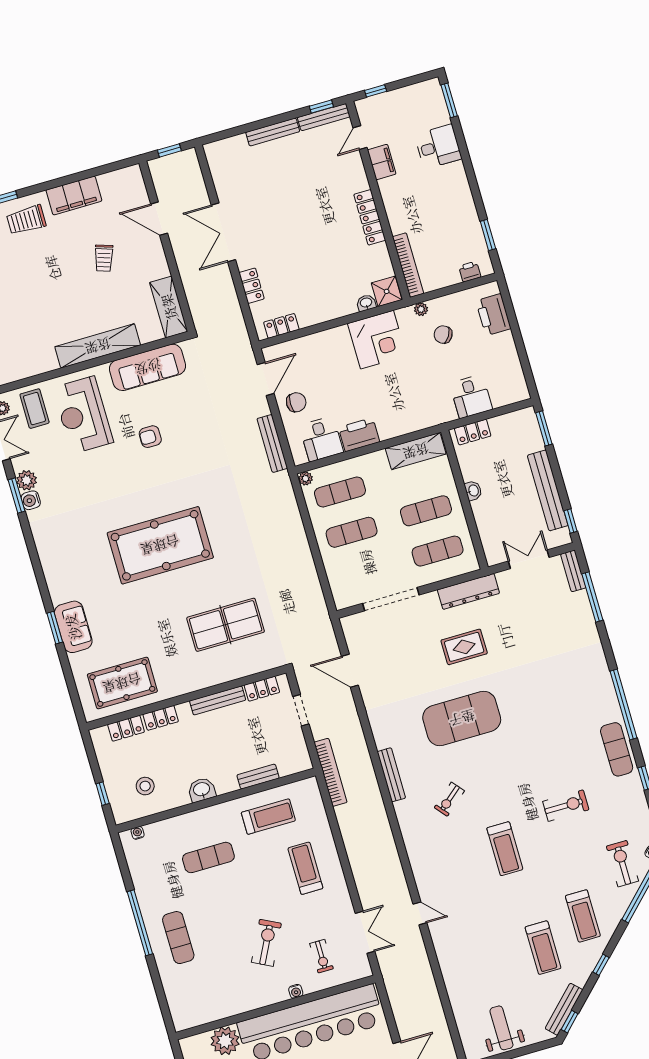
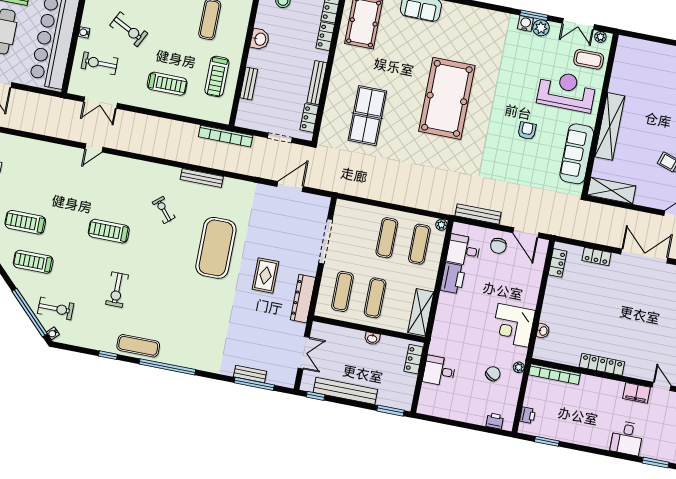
shower: (387, 291) -> (544, 350), removed
printer: (493, 315) -> (495, 421), width x0.53, depth x0.68
bench: (573, 571) -> (250, 374), moved
exercise bike: (322, 956) -> (99, 63), width x1.38, depth x1.39

